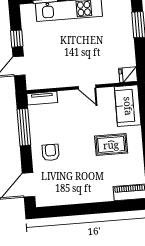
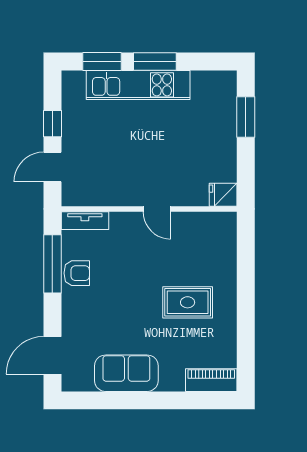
sofa: (128, 106) -> (126, 373), moved, turned 90
armchair: (51, 152) -> (77, 273), moved, turned 90

